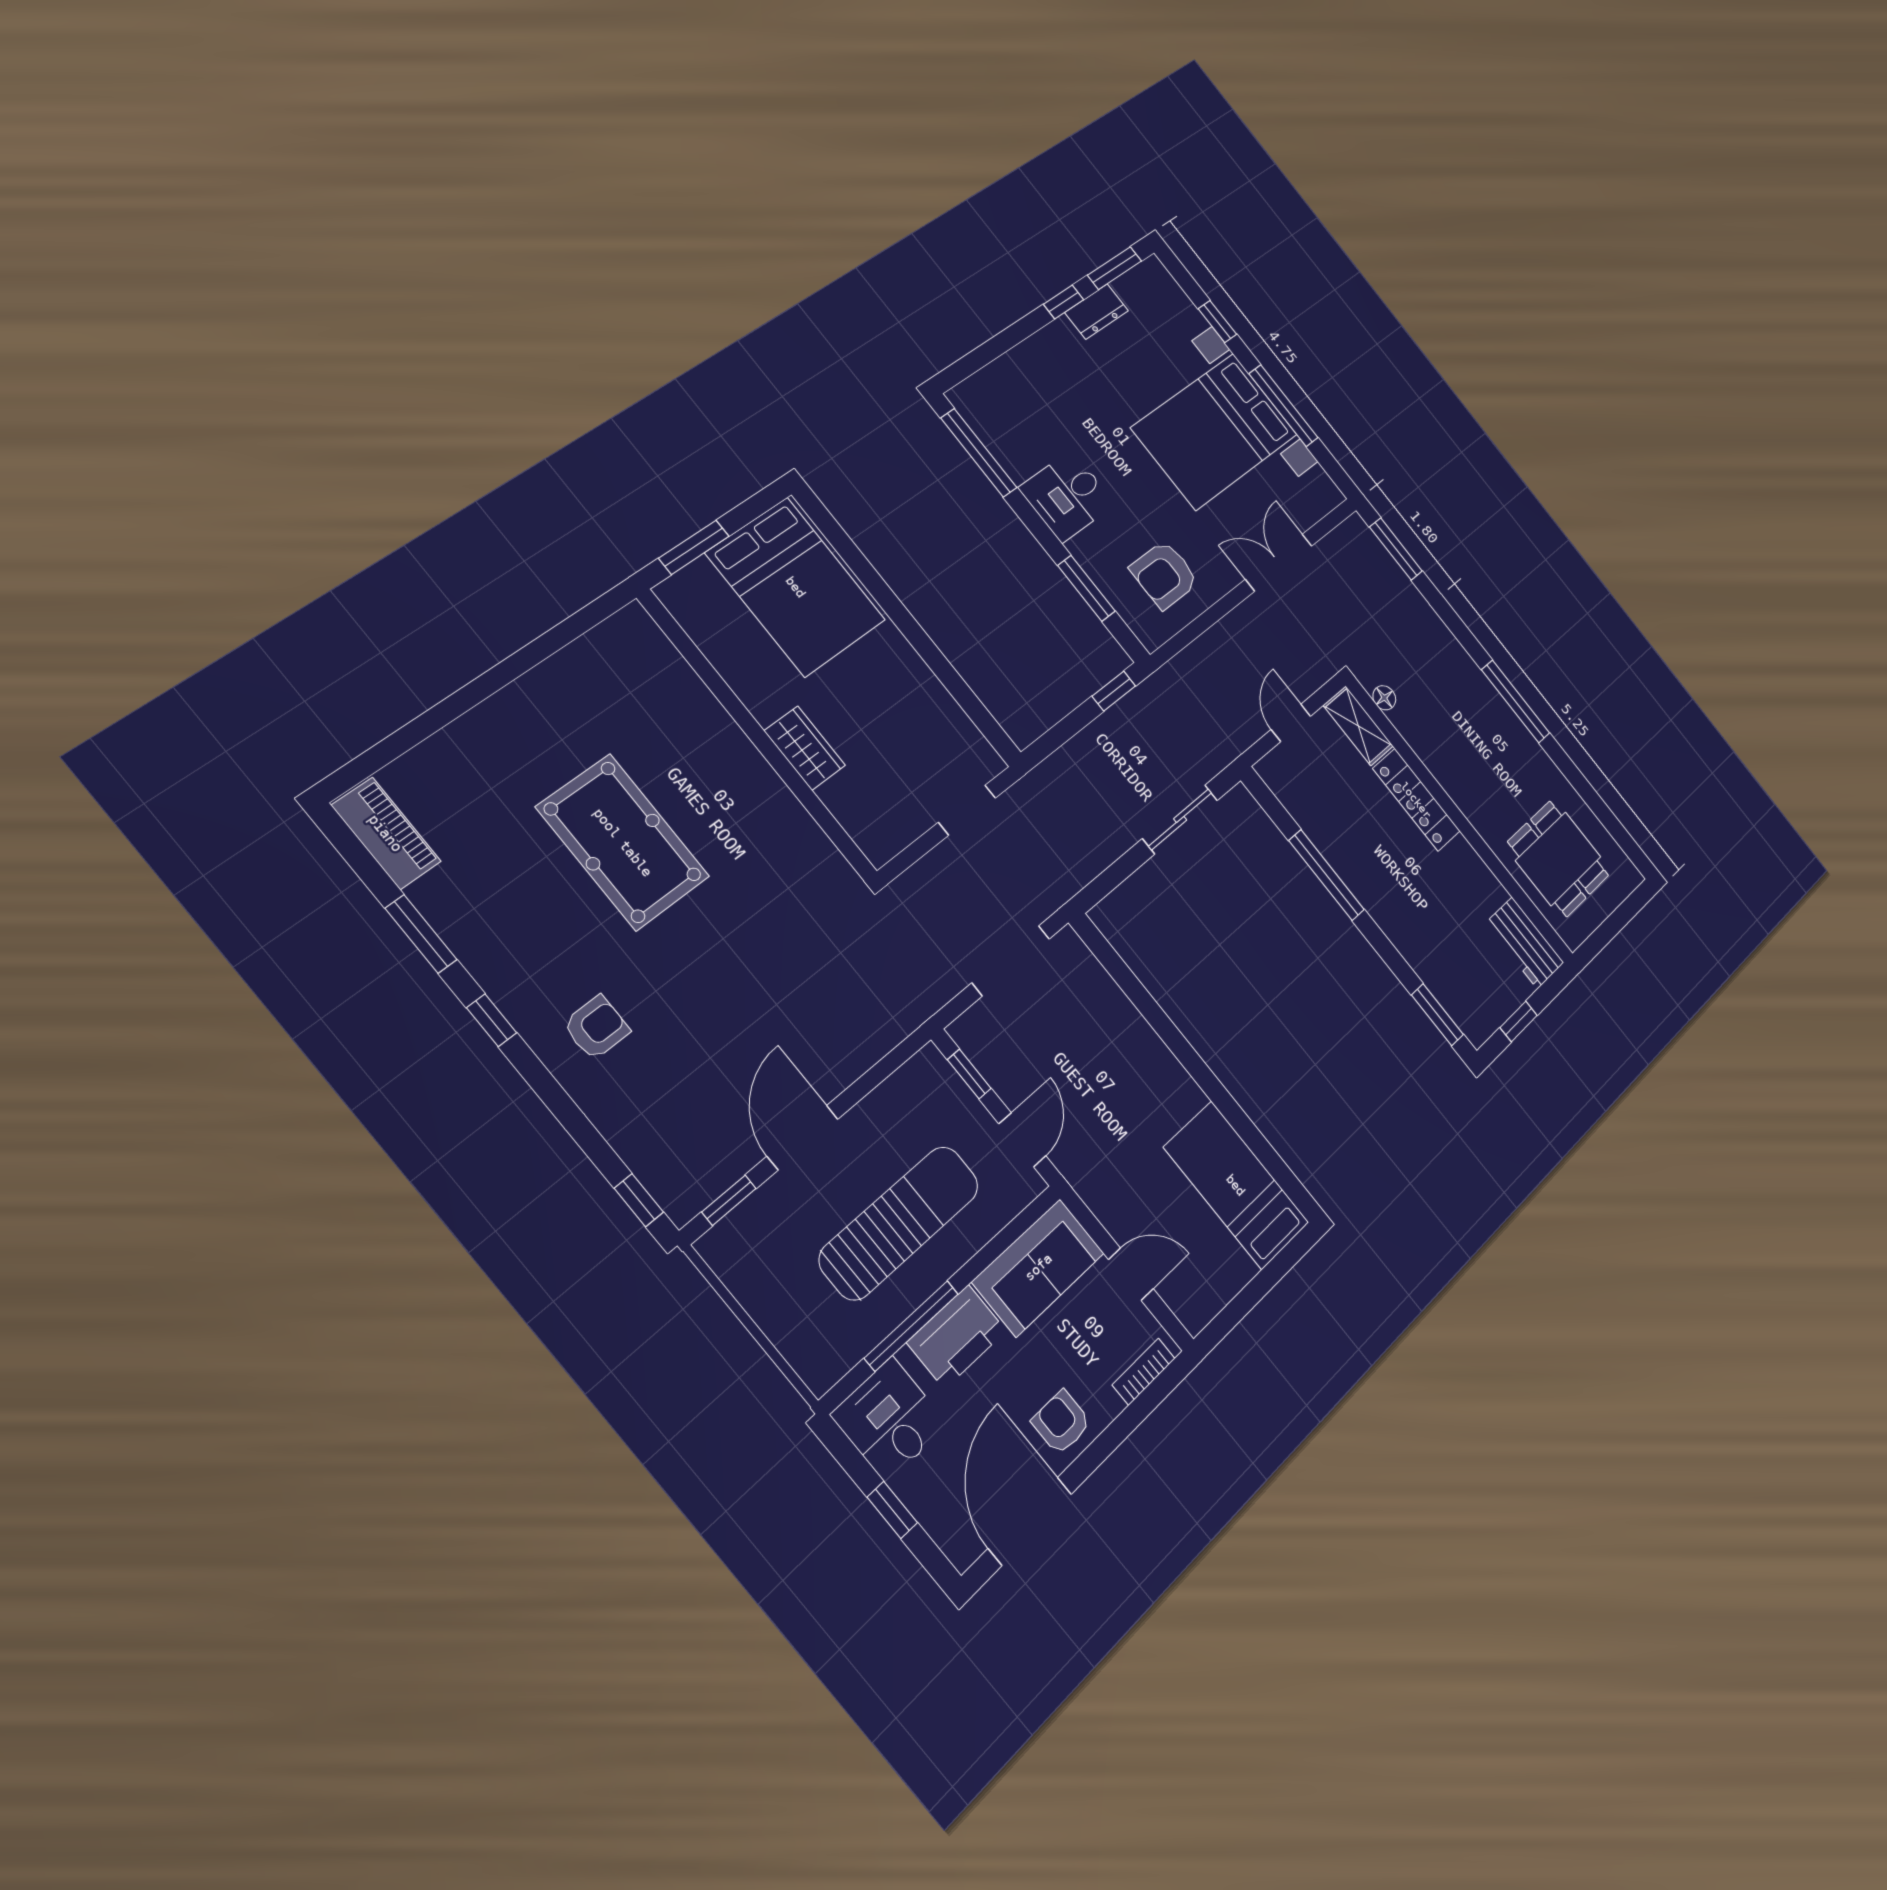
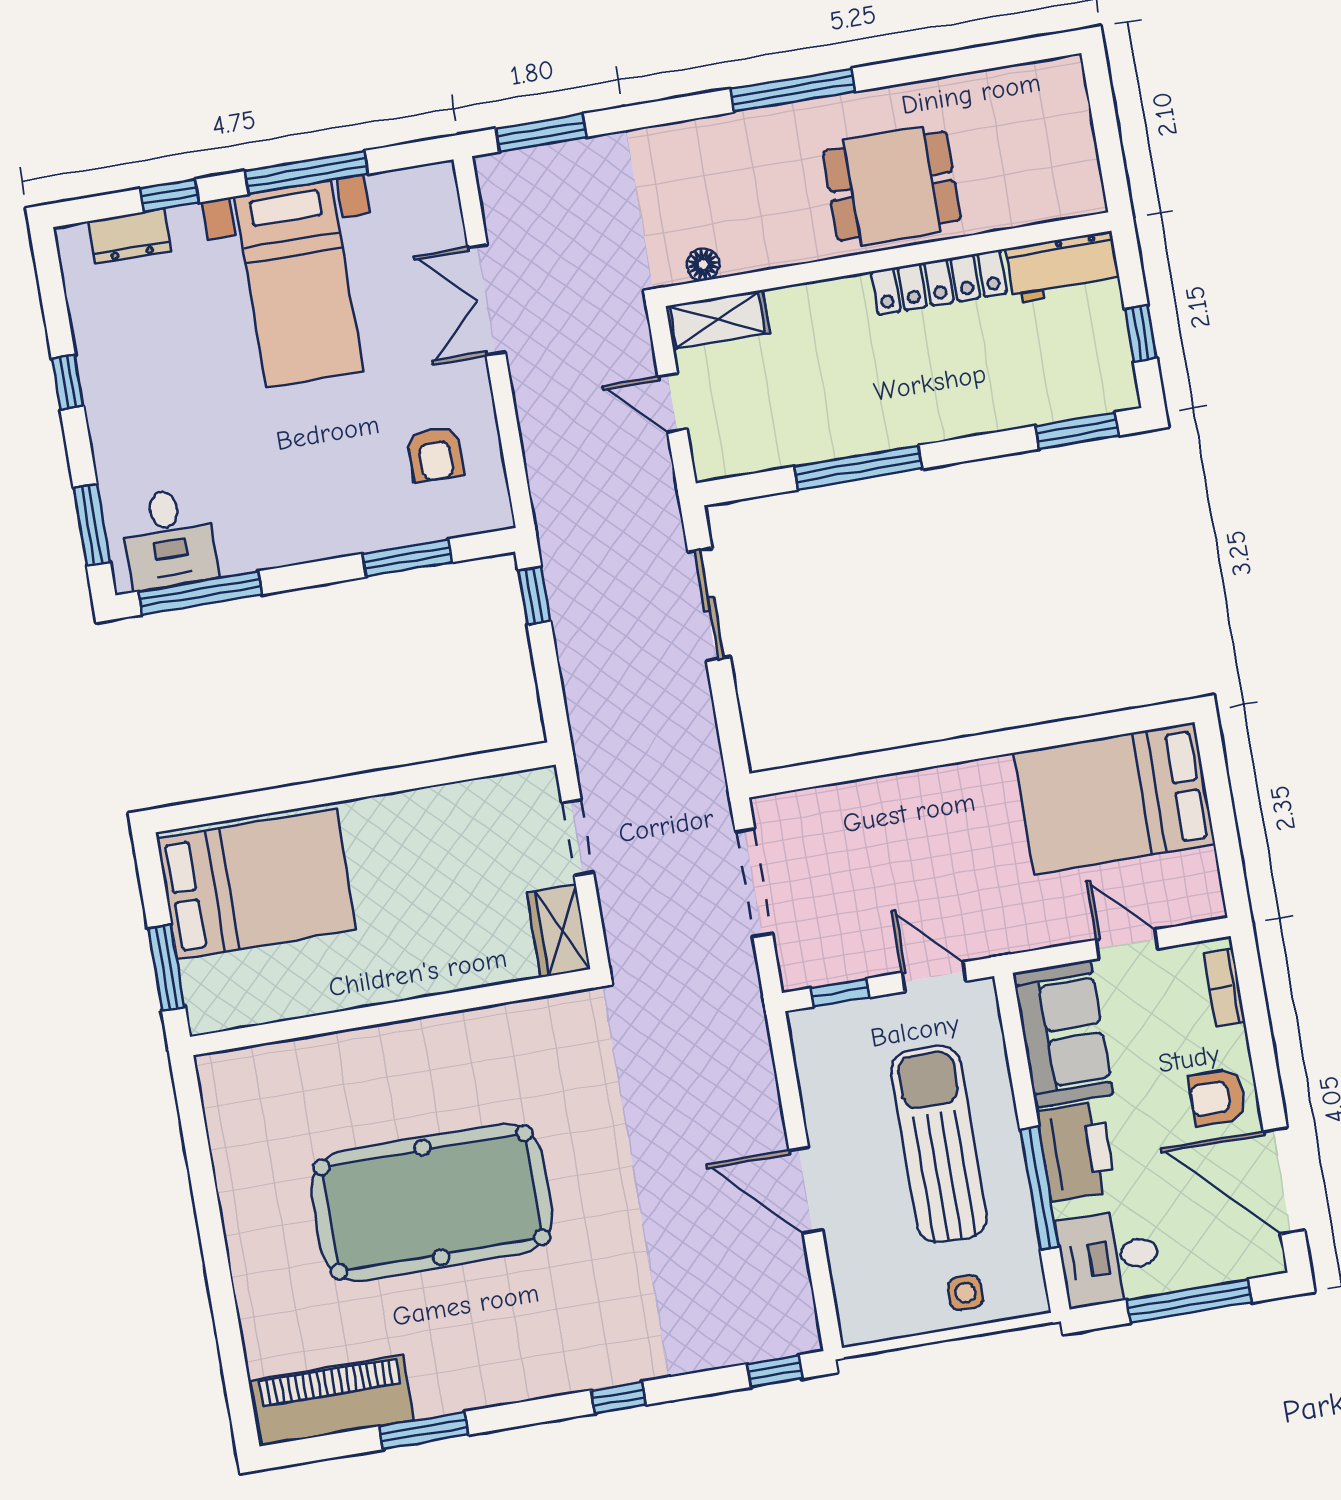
window: (1114, 268) -> (92, 525), moved
dresser: (1097, 312) -> (130, 236), moved, turned 90
bed with nightstands: (1215, 431) -> (299, 284), width x0.73
desk: (1067, 496) -> (169, 539), moved
armchair: (1164, 575) -> (435, 454), width x0.72, depth x0.72
wardrobe: (805, 748) -> (559, 931), moved, turned -90
locker: (1416, 800) -> (939, 282), moved
piano: (386, 833) -> (332, 1400), width x1.37, depth x1.33
pool table: (623, 842) -> (432, 1202), width x1.36, depth x1.32
dining table: (1558, 859) -> (892, 186), moved
window: (492, 1020) -> (619, 1398), moved
armchair: (596, 1028) -> (595, 1323), removed
bed: (1236, 1185) -> (1114, 798), width x1.50
window: (729, 1200) -> (823, 1291), removed
door: (1131, 1274) -> (1127, 944), hinge flipped
side table: (794, 1319) -> (965, 1293), added
window: (892, 1510) -> (1189, 1301), width x2.17

